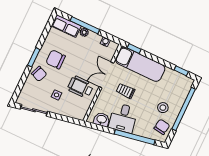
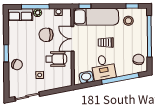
chair: (56, 59) -> (46, 35), moved
wheelchair: (81, 87) -> (56, 59), turned 180
trolley: (126, 91) -> (106, 42), moved
stool: (163, 108) -> (128, 21), moved

